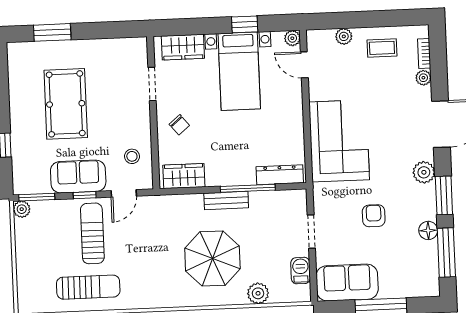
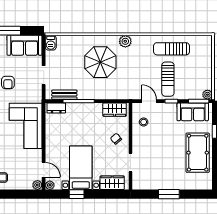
window: (52, 32) -> (169, 194), moved
plant: (344, 36) -> (37, 185), moved
pool table: (66, 104) -> (198, 153), moved
dresser: (280, 175) -> (56, 108), width x0.70
sofa: (78, 177) -> (193, 112), moved
door: (124, 193) -> (149, 101), hinge flipped
bench: (226, 200) -> (64, 95), moved
barbecue: (301, 271) -> (51, 43), moved
plant: (258, 293) -> (125, 41), moved

